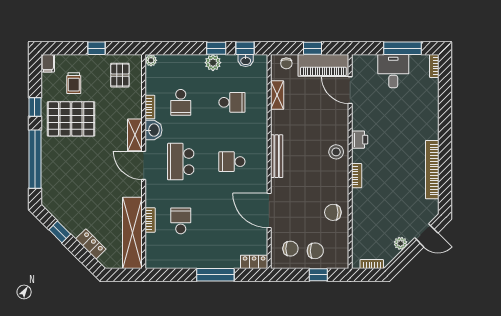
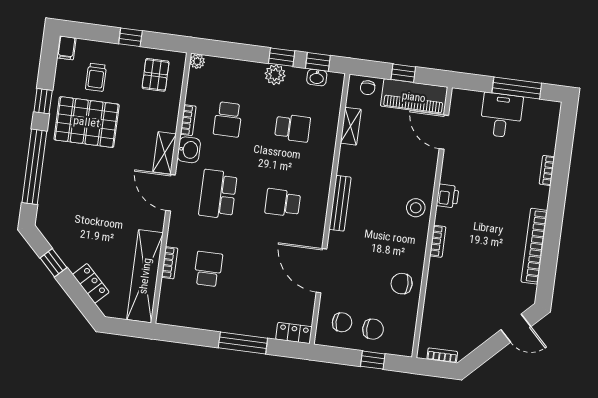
bookcase: (434, 66) -> (547, 170), moved
plant: (401, 243) -> (482, 334), removed

